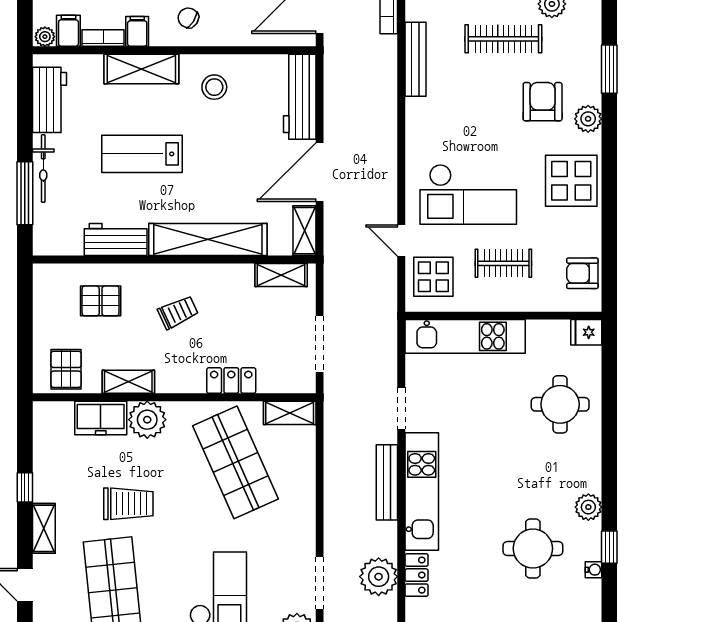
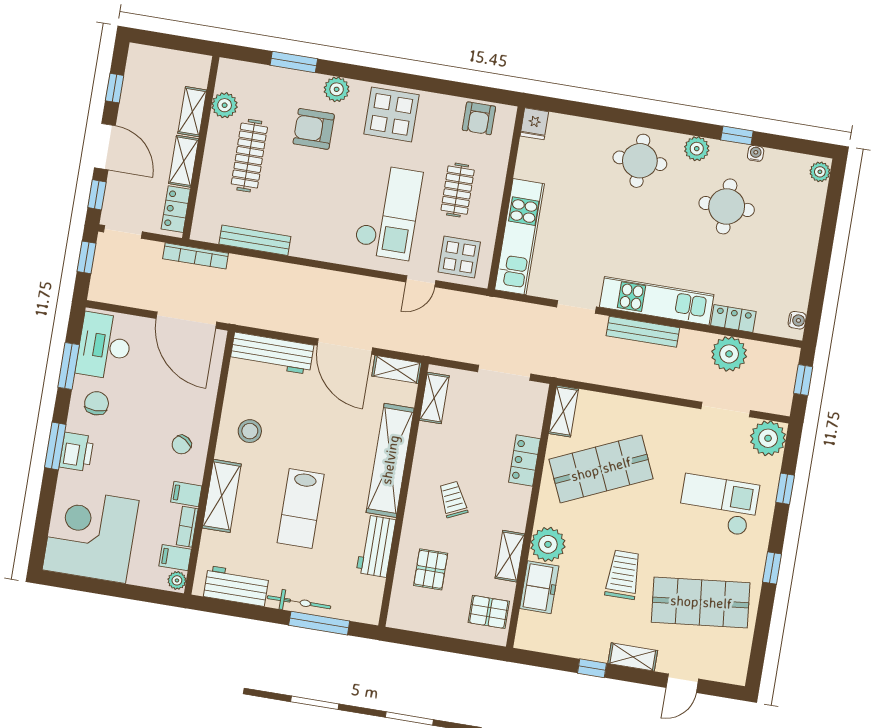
round table: (560, 404) -> (640, 161), moved

